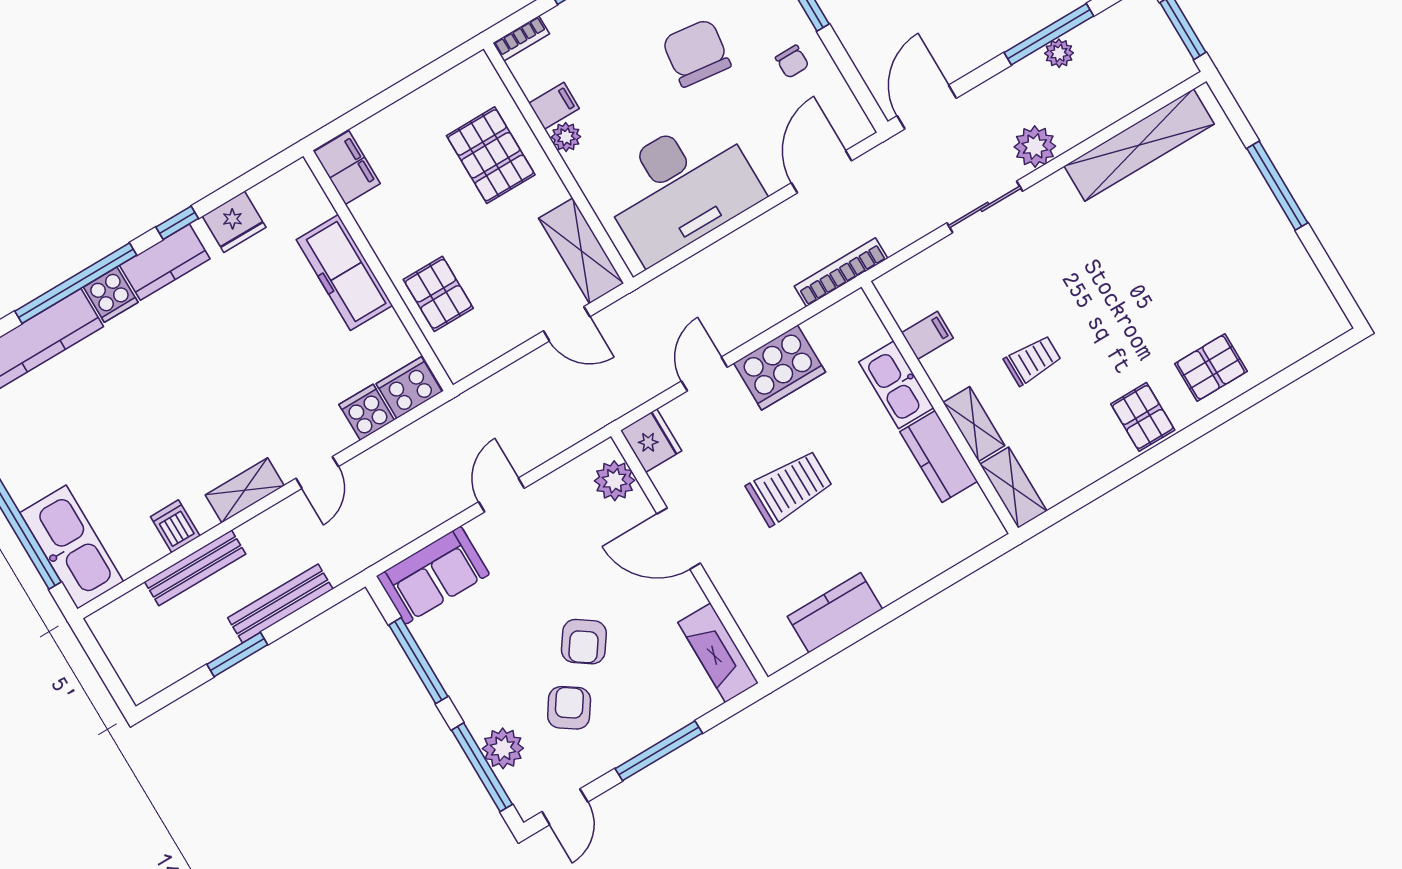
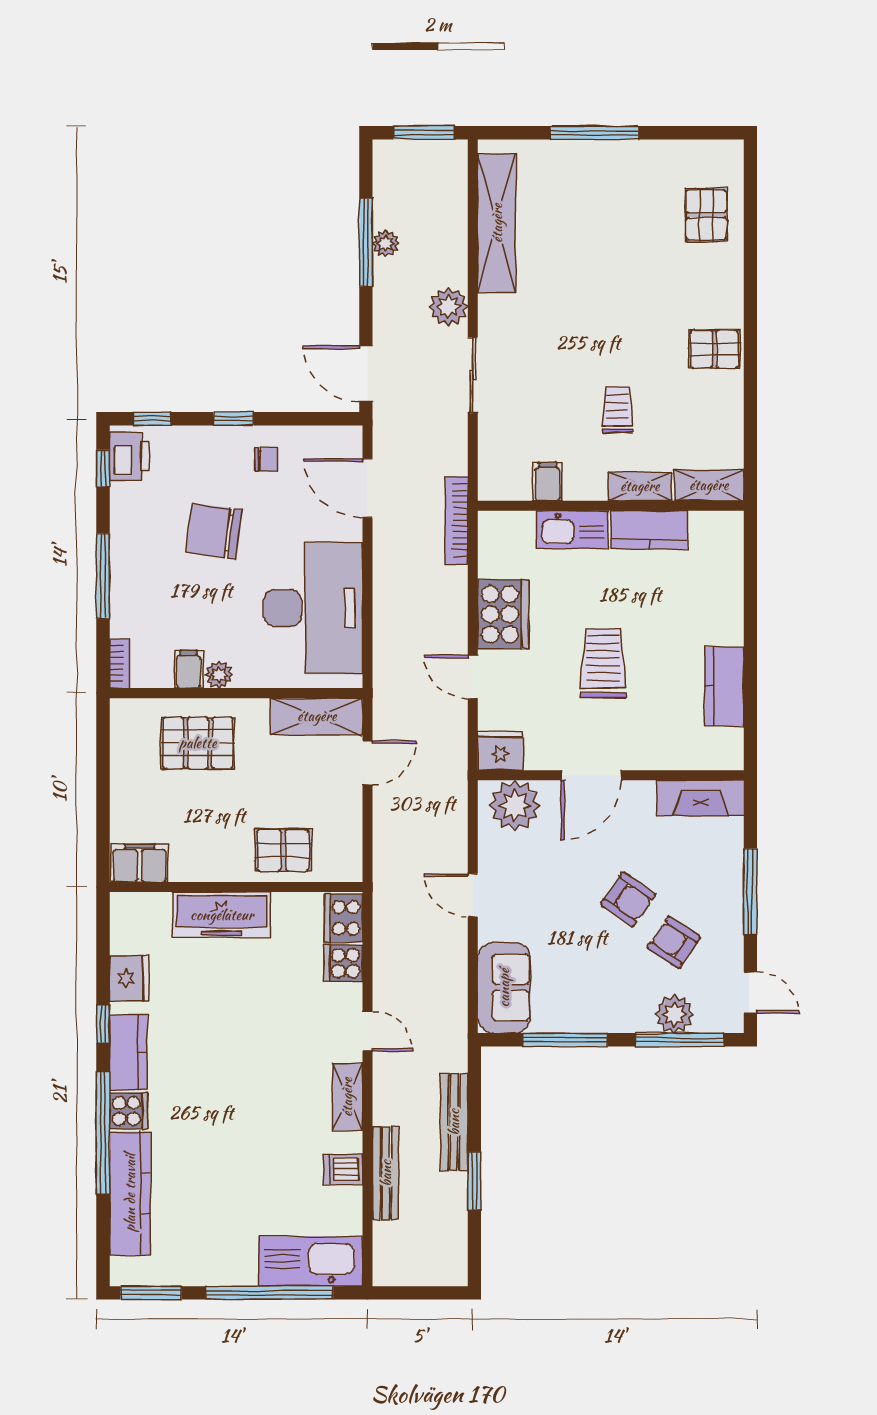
pallet: (1211, 367) -> (706, 215), moved
plant: (615, 481) -> (515, 806), width x1.36, depth x1.36

